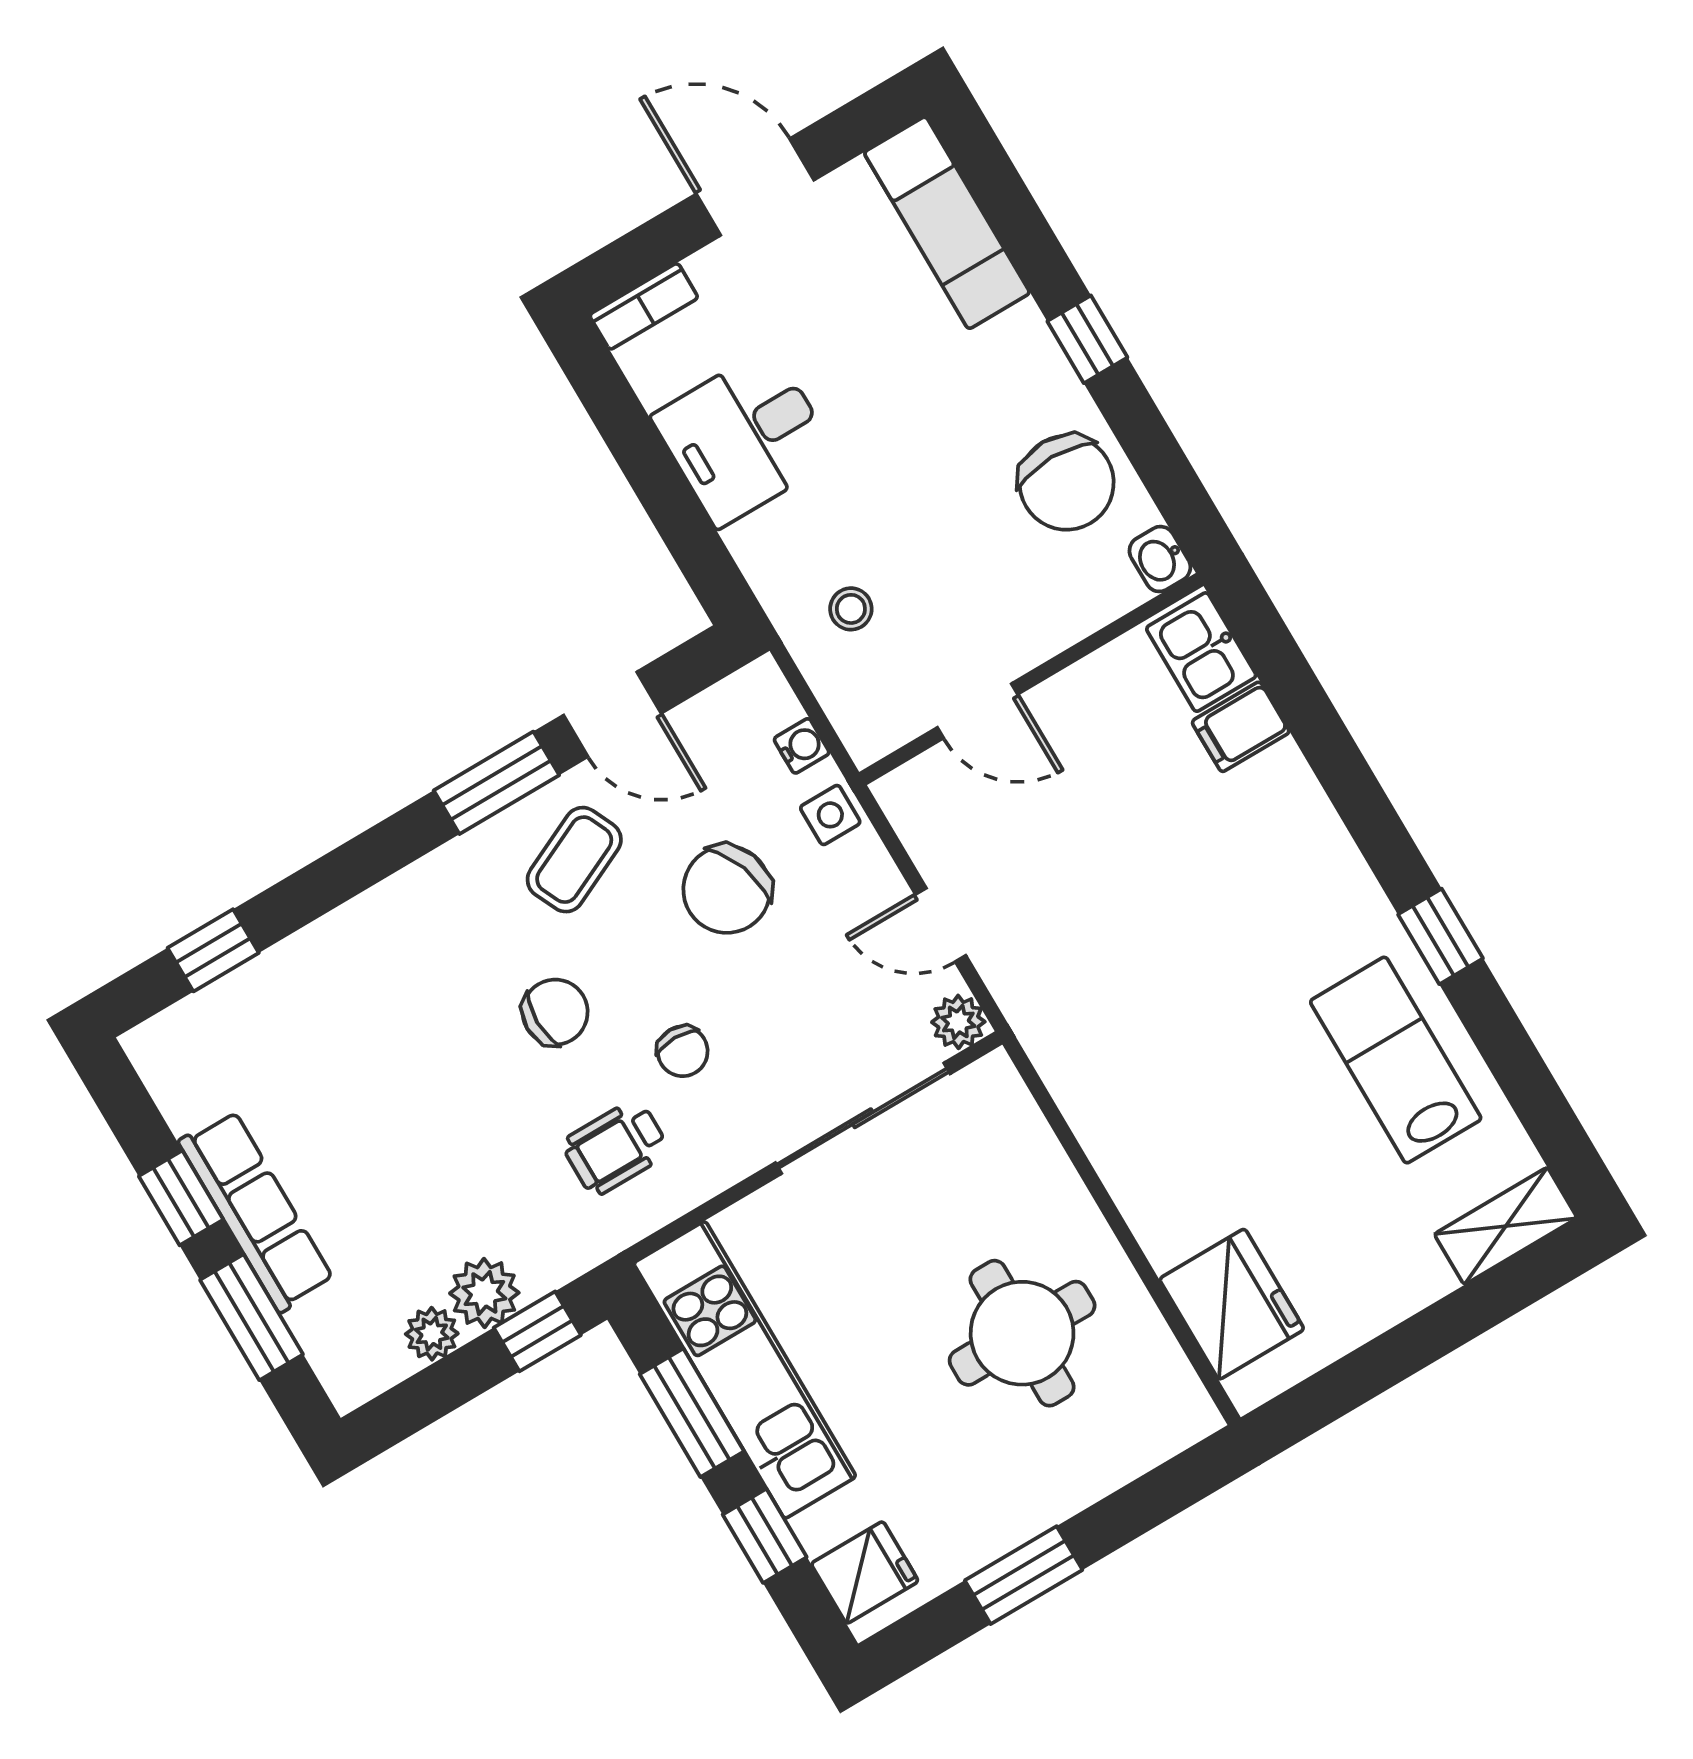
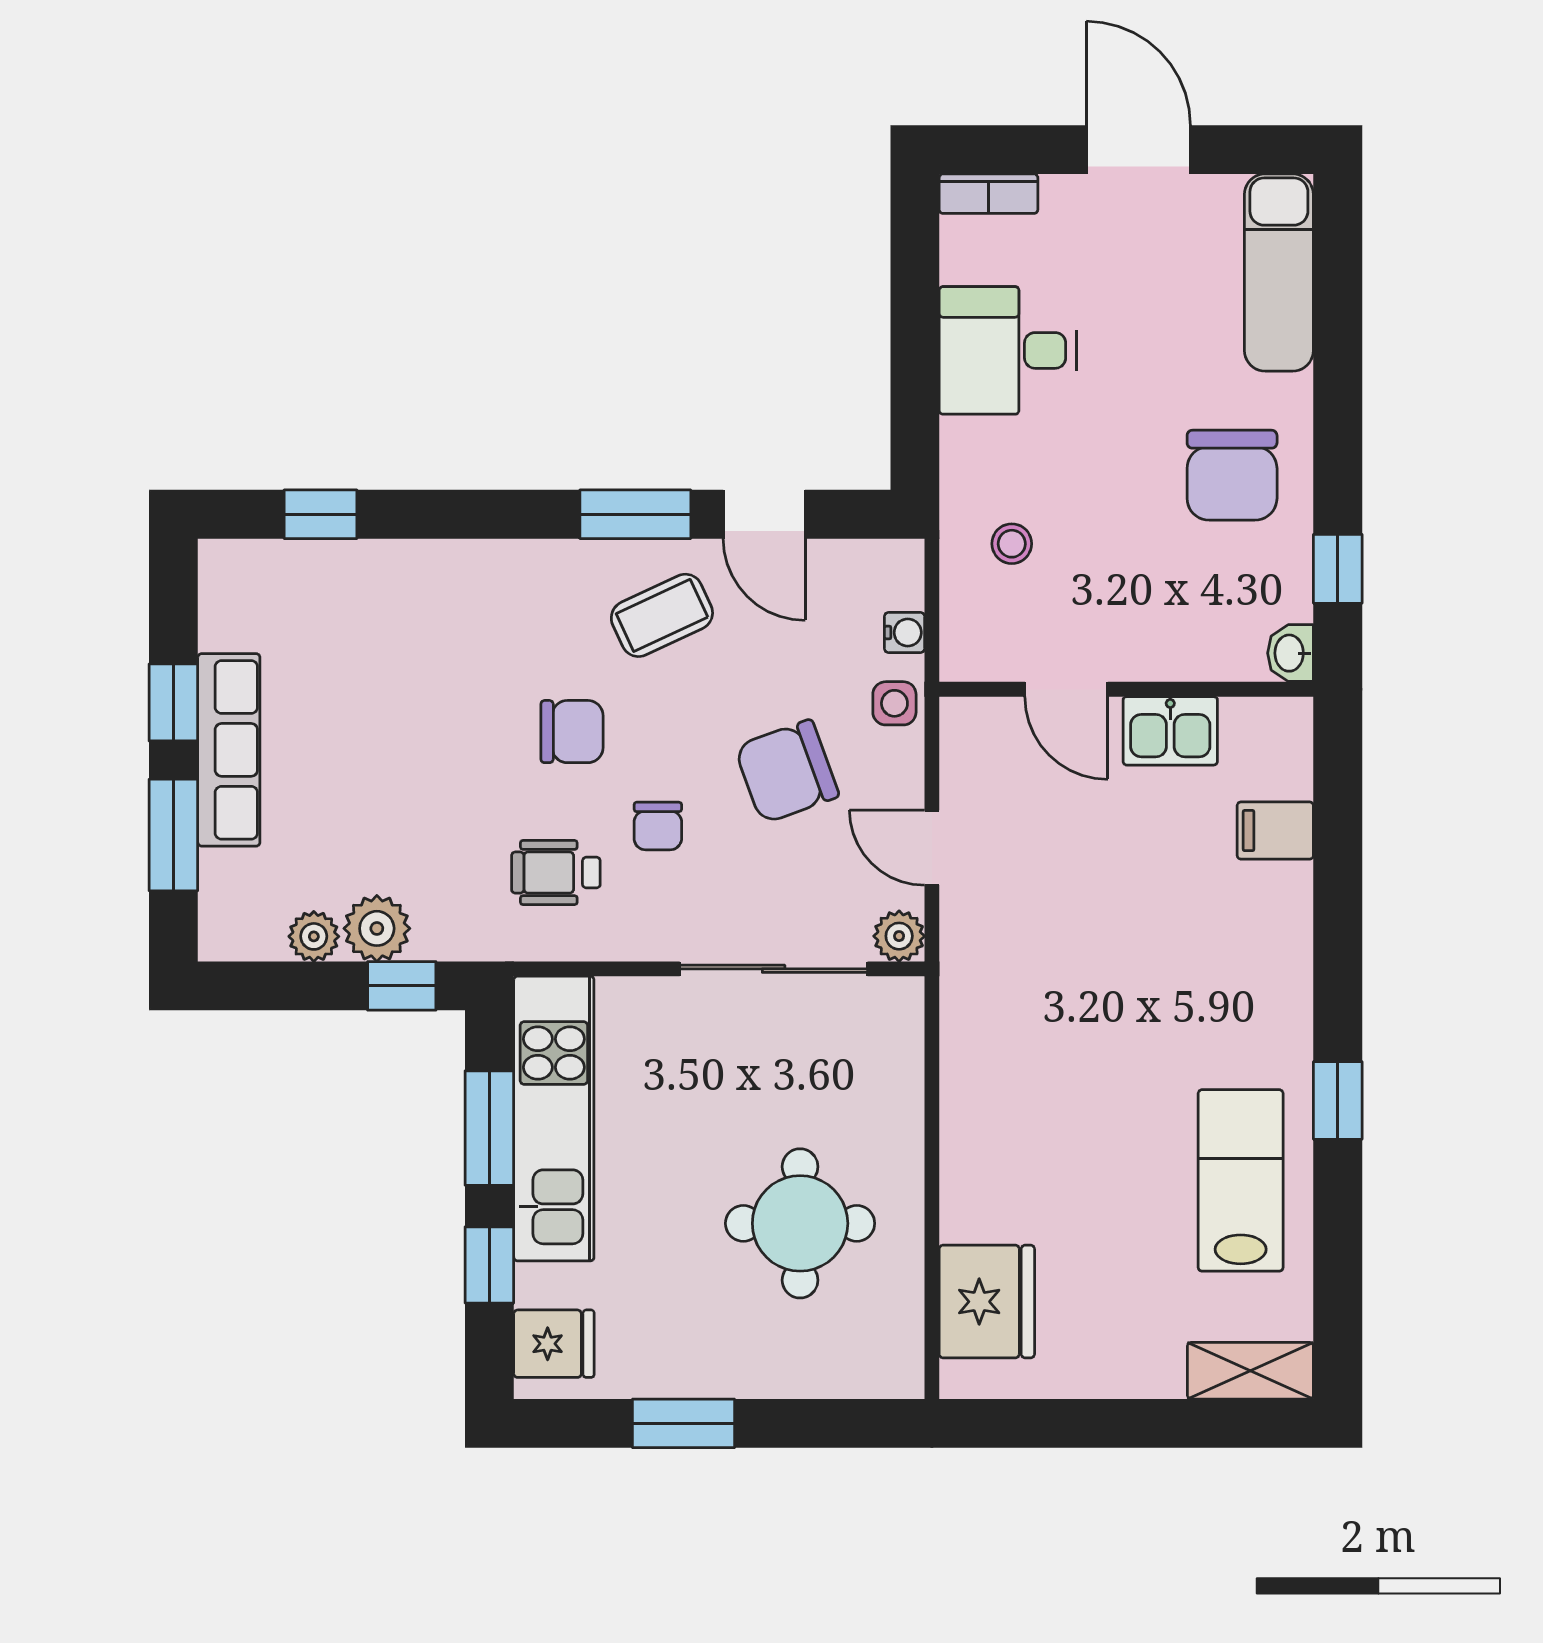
window: (1087, 339) -> (1338, 569), moved
chair: (1067, 483) -> (1232, 475), moved
kitchen sink: (1201, 652) -> (1170, 731), moved, turned -90
chair: (727, 889) -> (787, 771), moved

